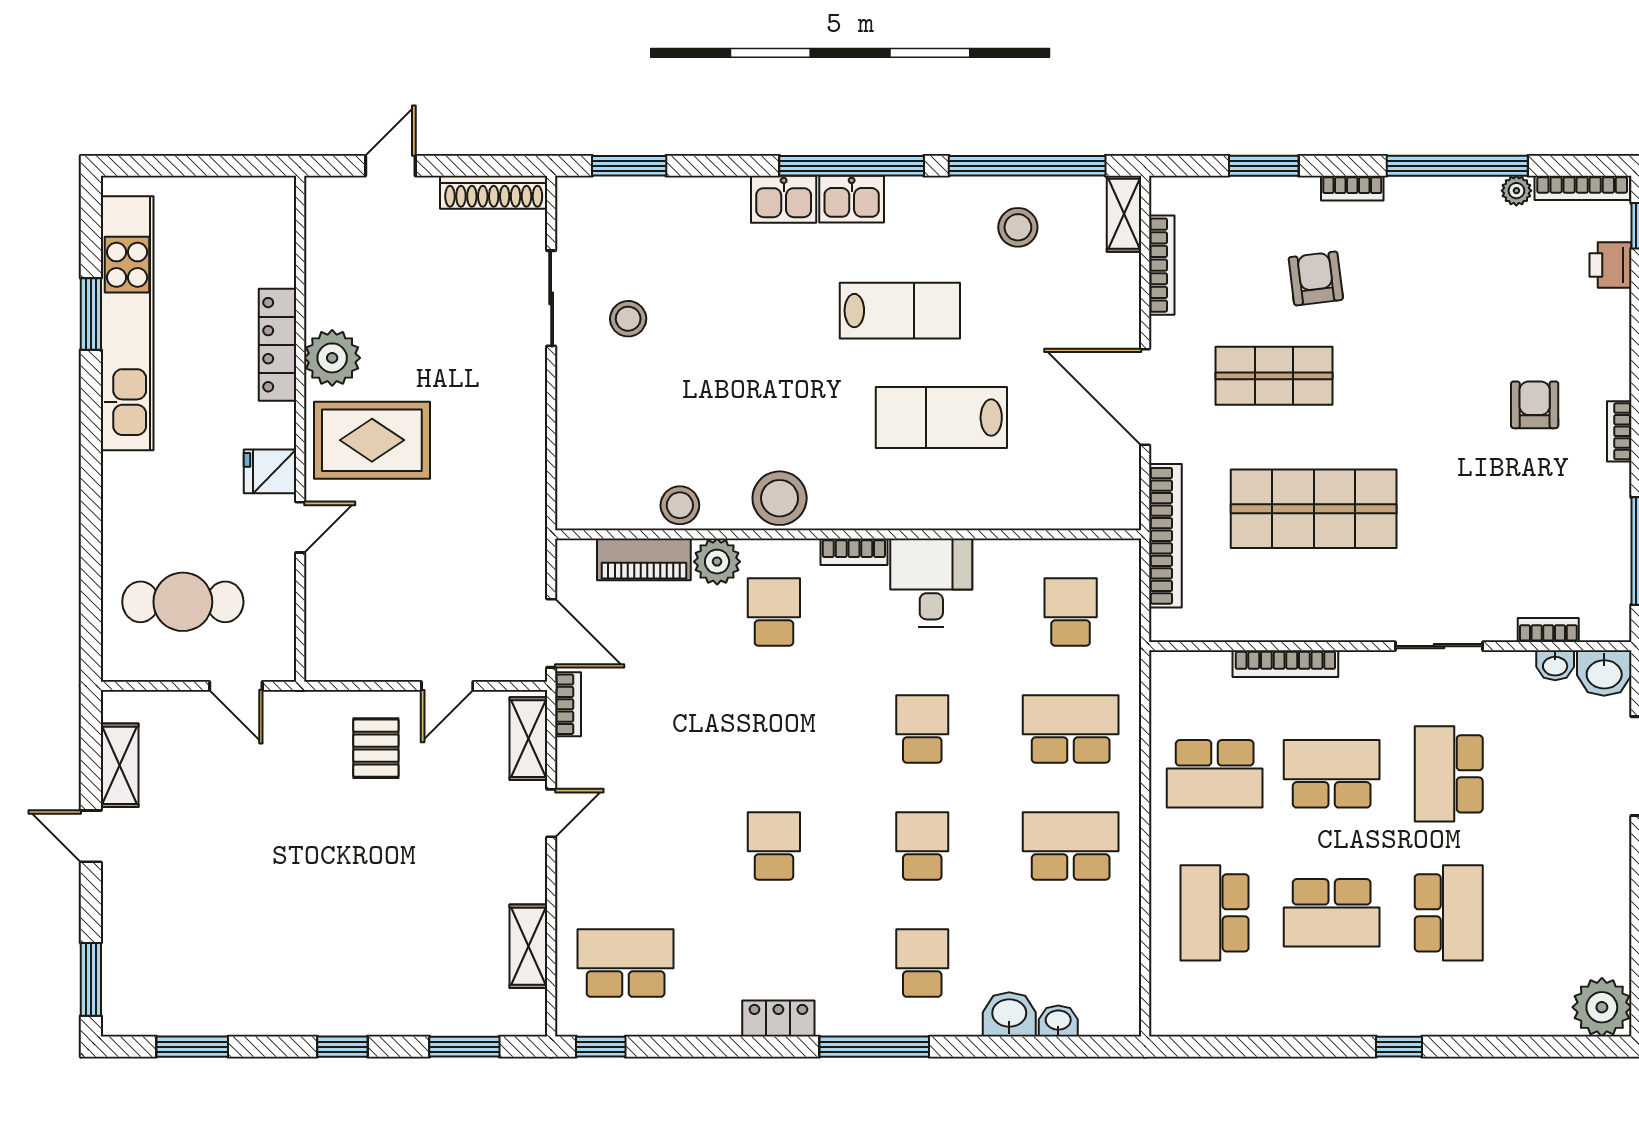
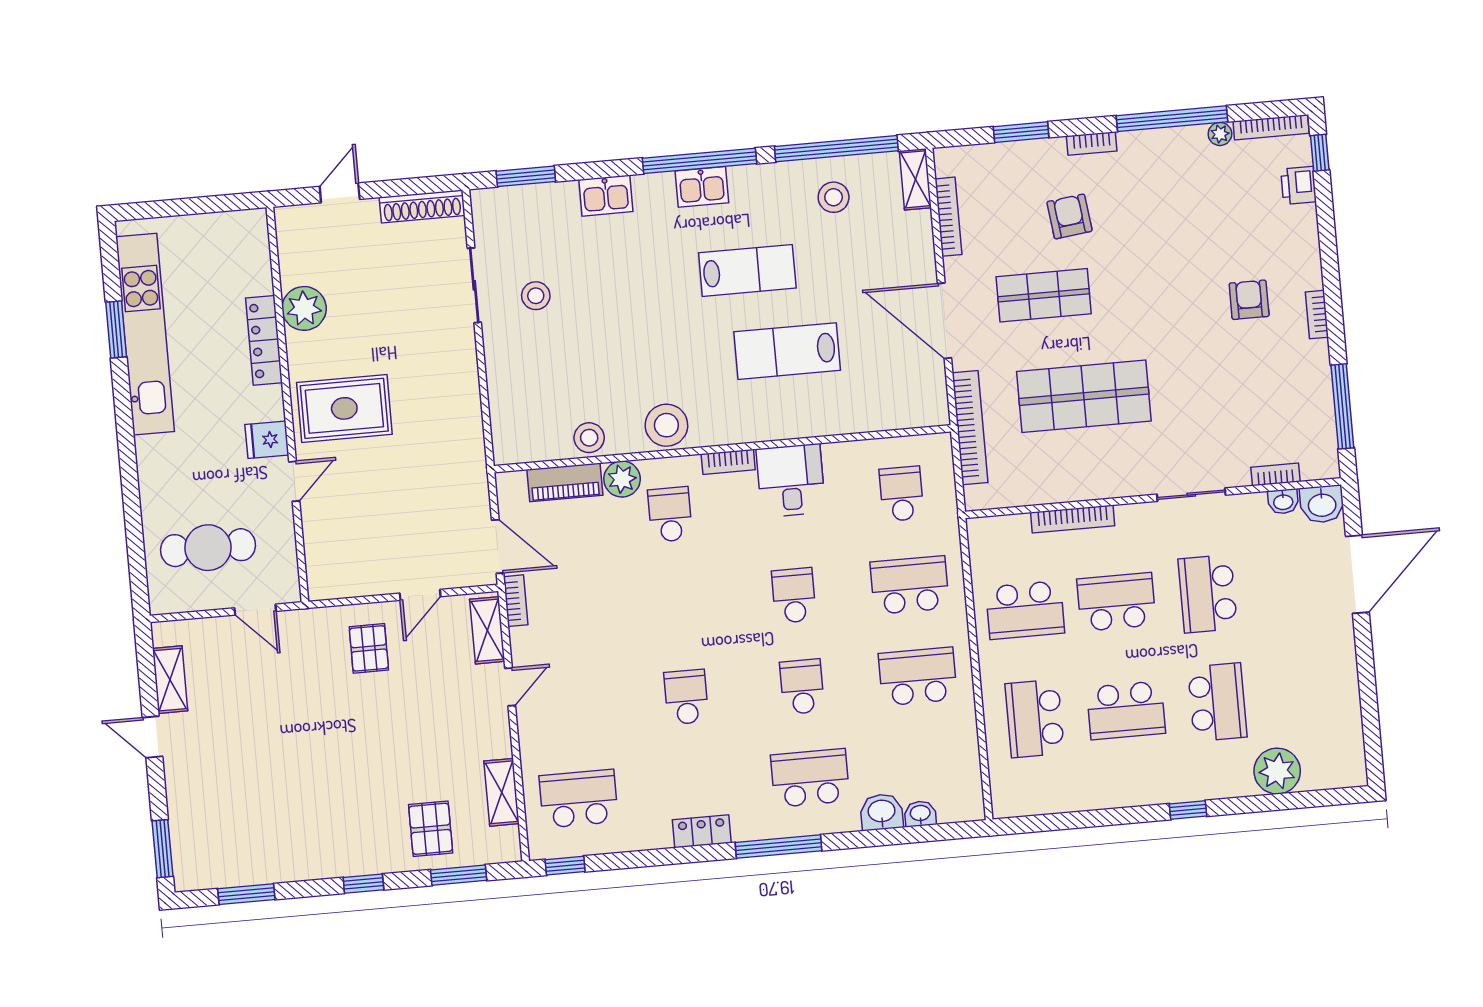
kitchen sink: (784, 199) -> (606, 196), moved
plant: (332, 358) -> (304, 308), moved
school desk: (922, 963) -> (810, 778), width x1.85
pallet: (434, 985) -> (431, 829), added
plant: (1602, 1007) -> (1277, 771), moved

